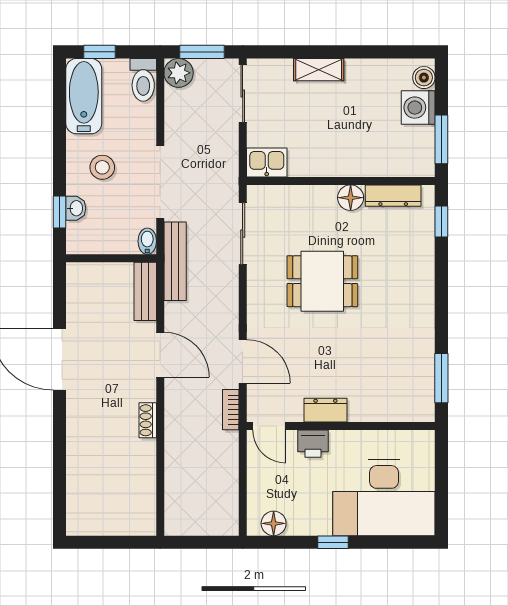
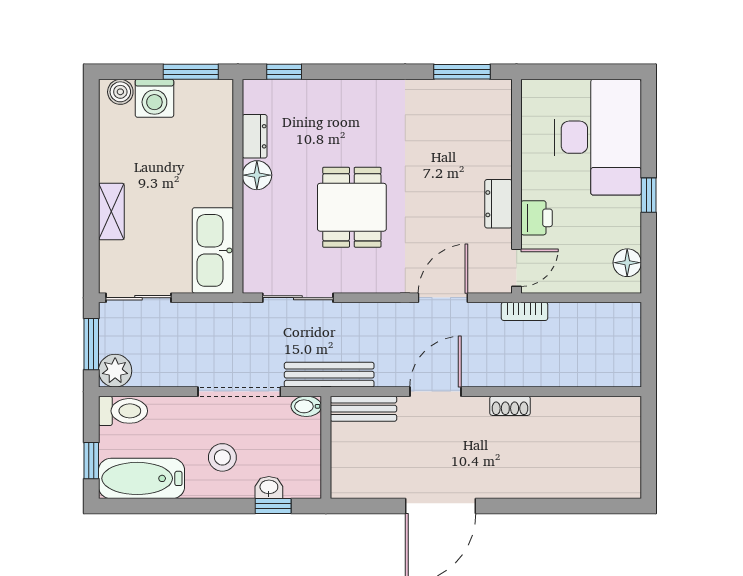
kitchen sink: (267, 162) -> (213, 250), width x1.88, depth x1.24
dresser: (393, 196) -> (255, 136), width x0.70
bookcase: (231, 410) -> (525, 311), moved

